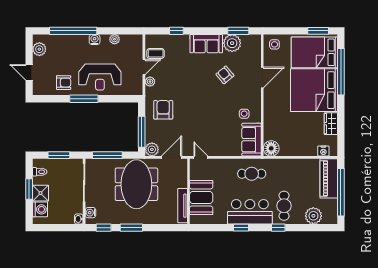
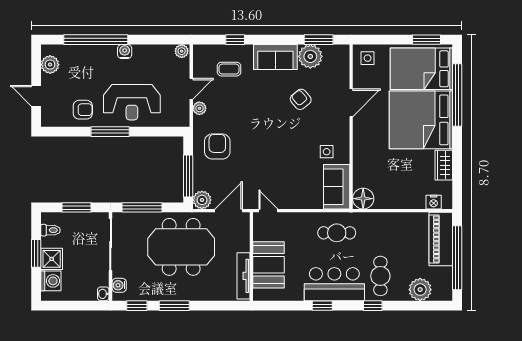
plant: (115, 39) -> (182, 51), moved
coffee table: (156, 53) -> (229, 69), moved
meeting table: (136, 184) -> (181, 247), turned 90

